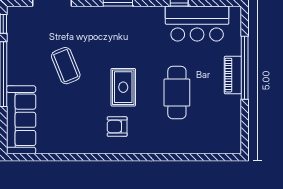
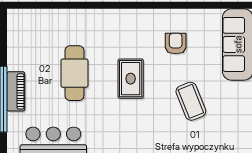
armchair: (117, 127) -> (176, 44), moved, turned -90

